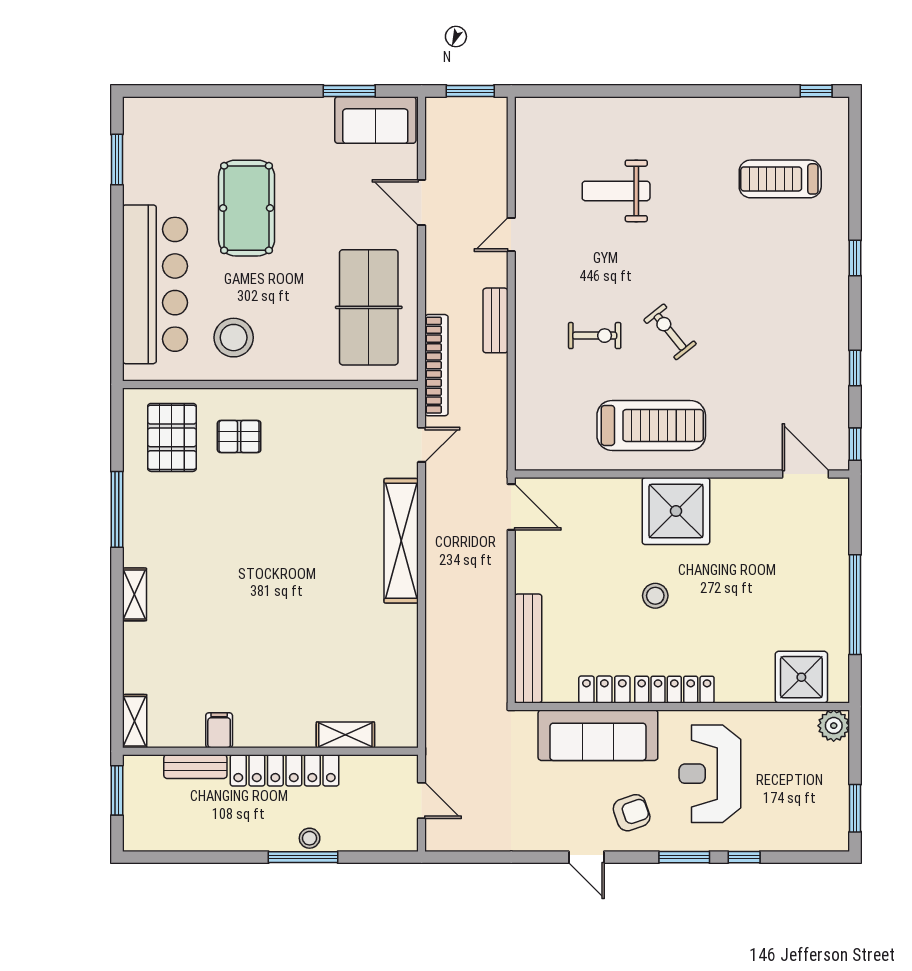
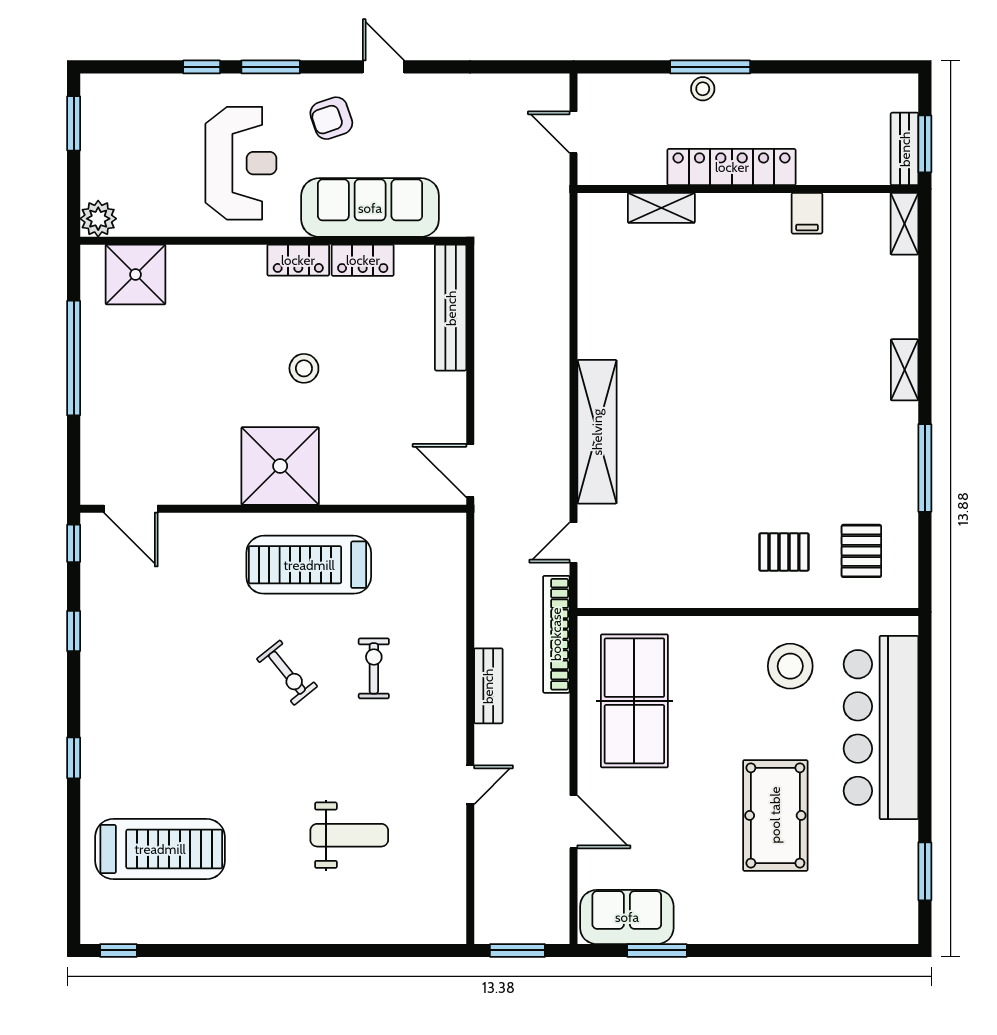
treadmill: (780, 179) -> (160, 849), width x1.37, depth x1.38
exercise bike: (595, 336) -> (374, 668), turned 90
pallet: (172, 437) -> (861, 551), width x0.67, depth x0.71
locker: (674, 690) -> (298, 260), width x0.66
bench: (195, 767) -> (905, 149), moved, turned 90

